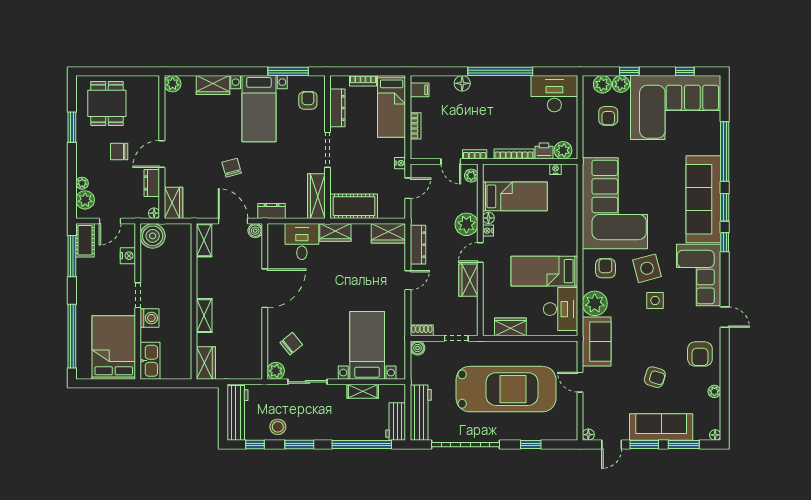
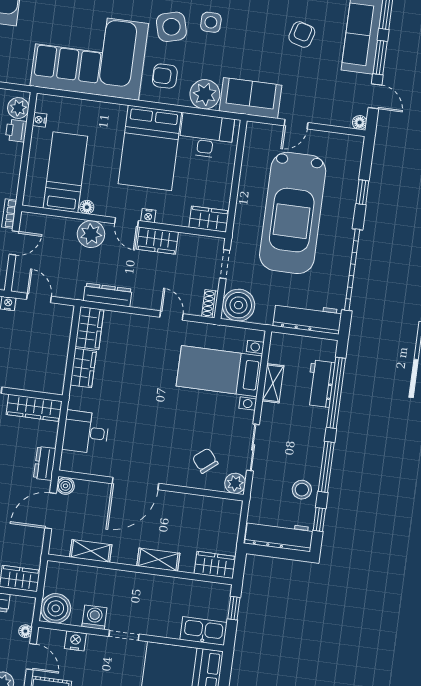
bookcase: (514, 154) -> (15, 167), removed
plant: (471, 176) -> (34, 221), removed
cot: (354, 206) -> (52, 365), removed
floor lamp: (154, 213) -> (25, 631), moved
nightstand: (488, 231) -> (148, 216), moved
wardrobe: (335, 232) -> (83, 368), moved
shelving: (204, 240) -> (91, 551), moved
bed: (544, 271) -> (150, 148), width x1.50
door: (408, 280) -> (171, 315), moved
door: (265, 288) -> (135, 483), swing flipped
washing machine: (149, 318) -> (94, 617), moved
wardrobe: (510, 327) -> (209, 219), moved, turned 90
boiler: (418, 348) -> (239, 305), width x1.86, depth x1.86
window: (172, 383) -> (234, 608), added
car: (506, 389) -> (293, 213), turned 180
workbench: (396, 422) -> (320, 384), moved, turned 90
window: (299, 445) -> (326, 467), width x1.44

